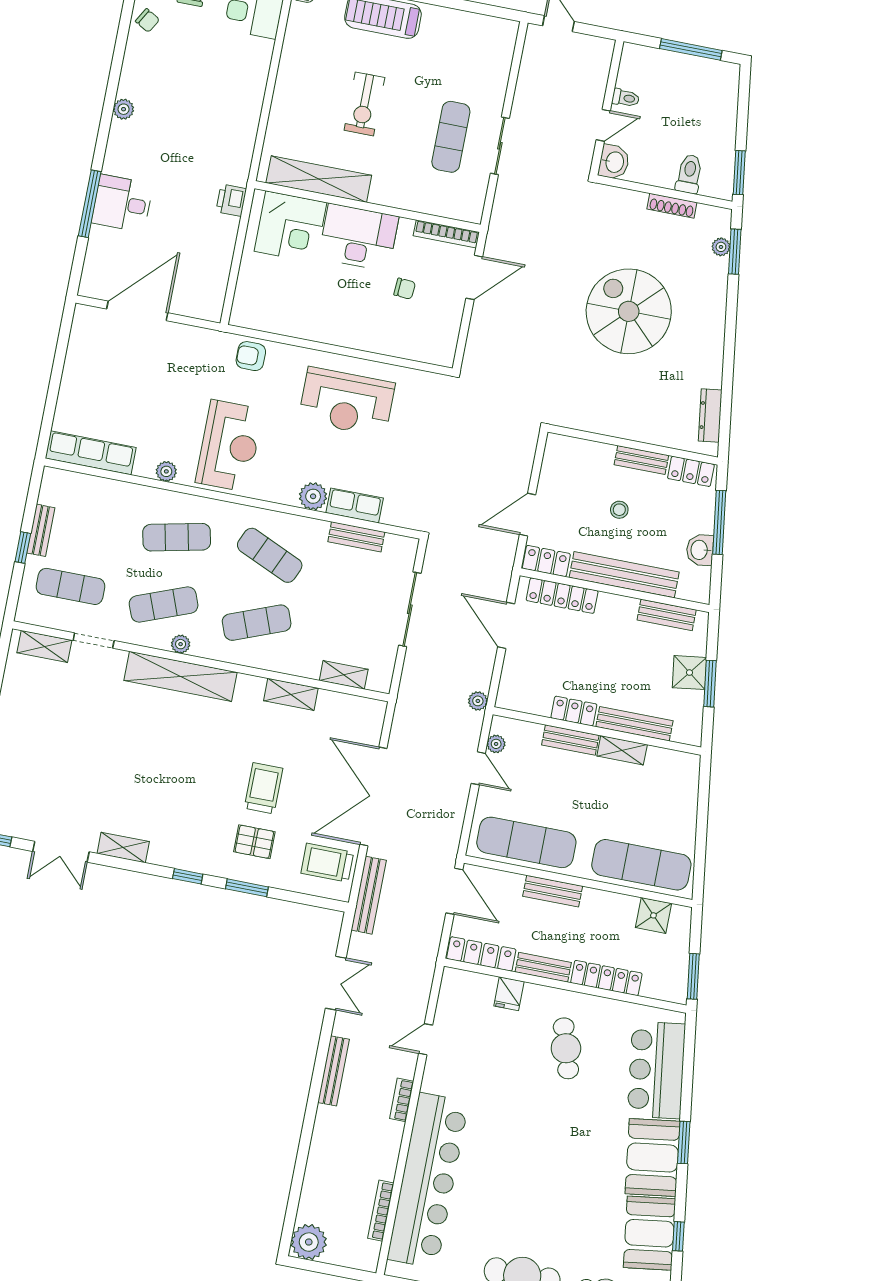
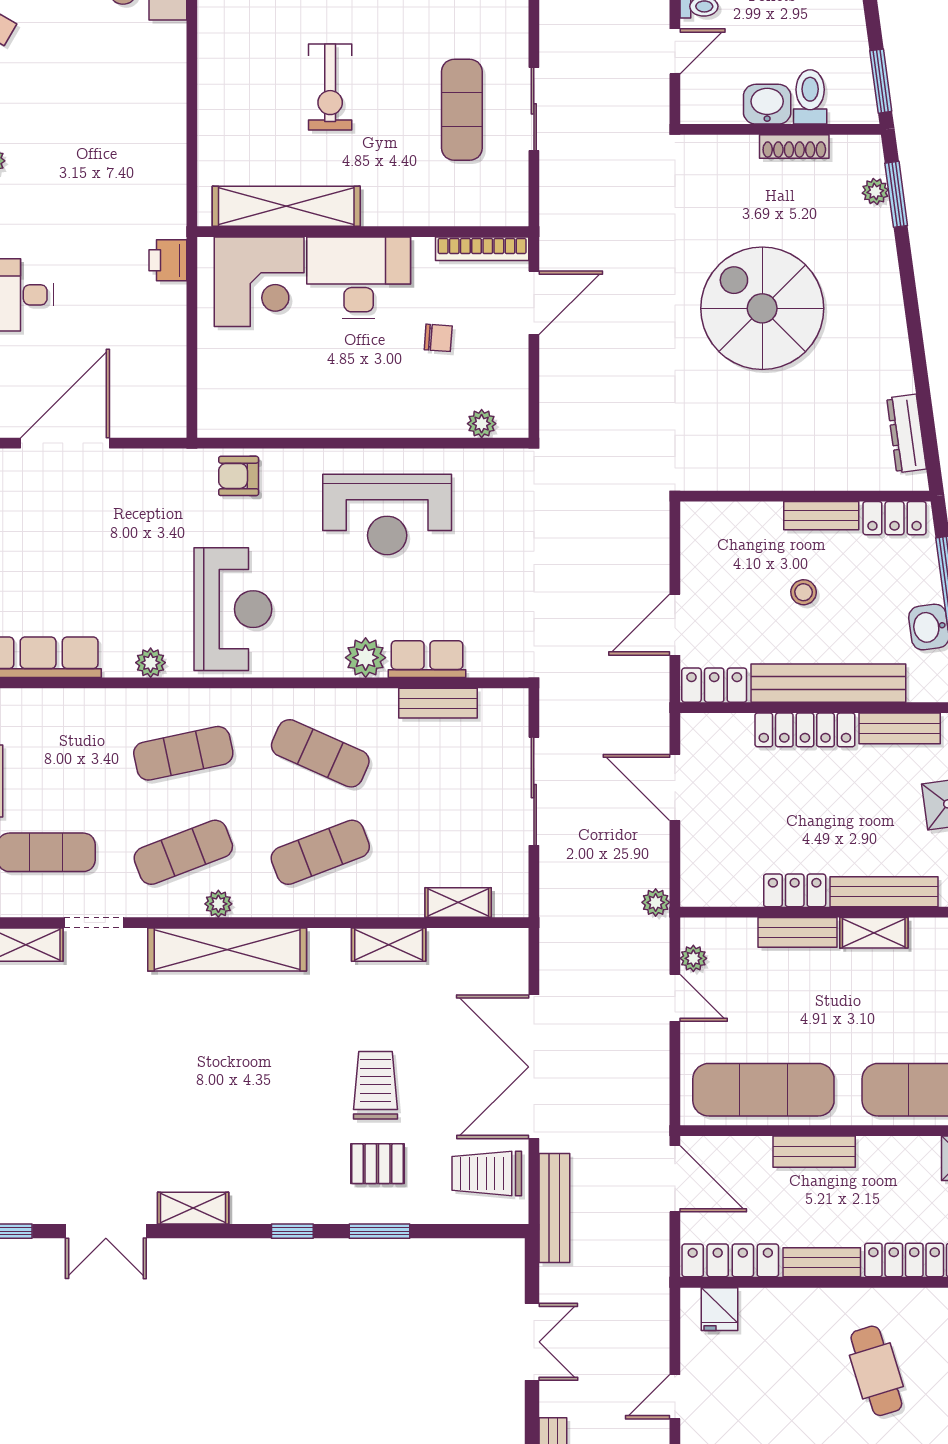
washbasin: (614, 162) -> (767, 104), moved, turned -90
plant: (423, 353) -> (482, 424), added
locker: (562, 596) -> (805, 730), moved
fridge: (509, 994) -> (719, 1309), moved

